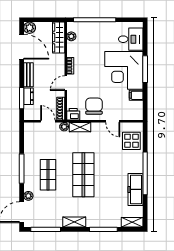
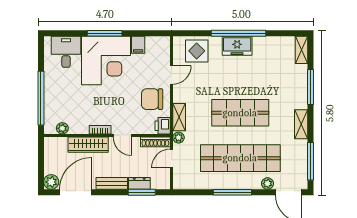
wardrobe: (59, 38) -> (88, 145), moved
shop shelf: (48, 175) -> (240, 158), width x2.00, depth x1.36
freezer: (135, 189) -> (237, 46), moved, width x0.71

